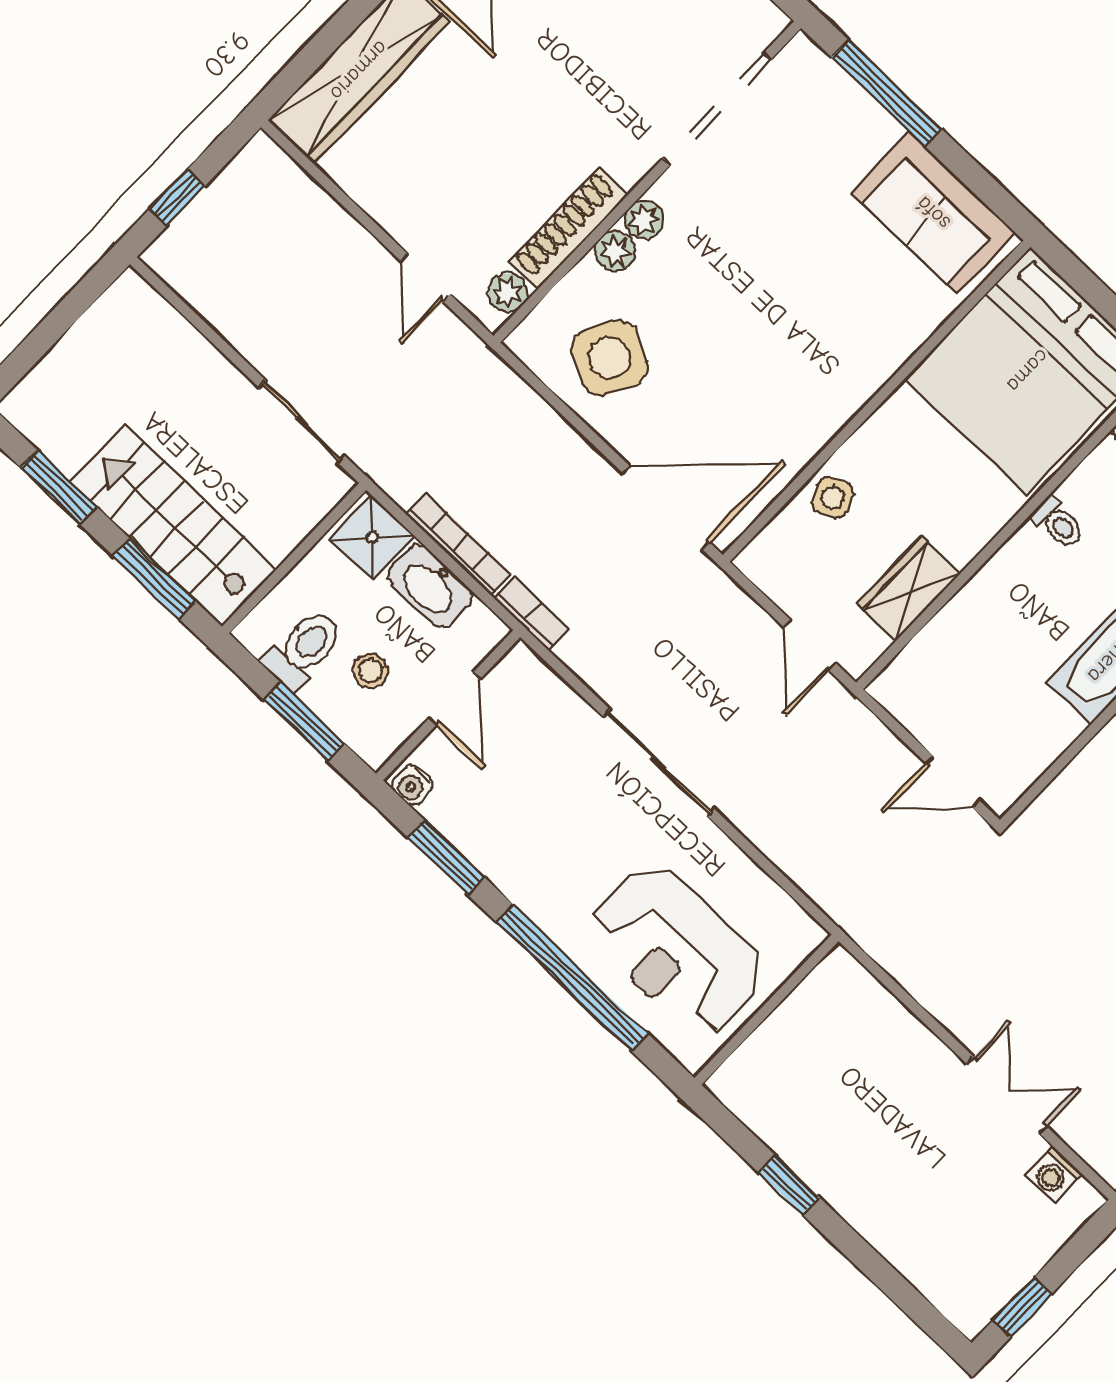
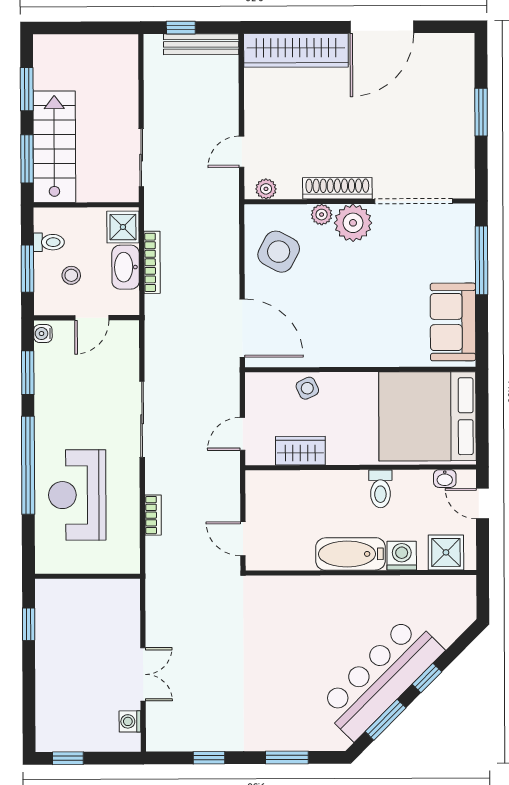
bench: (226, 192) -> (201, 44), added
plant: (644, 220) -> (353, 223), width x1.87, depth x1.87
shoe rack: (568, 228) -> (337, 188), moved
toilet: (1058, 523) -> (380, 489), width x1.37, depth x1.39
bookcase: (531, 613) -> (153, 515), moved
toilet: (304, 650) -> (49, 242), width x0.73, depth x0.72
wall: (766, 1010) -> (87, 576), moved

